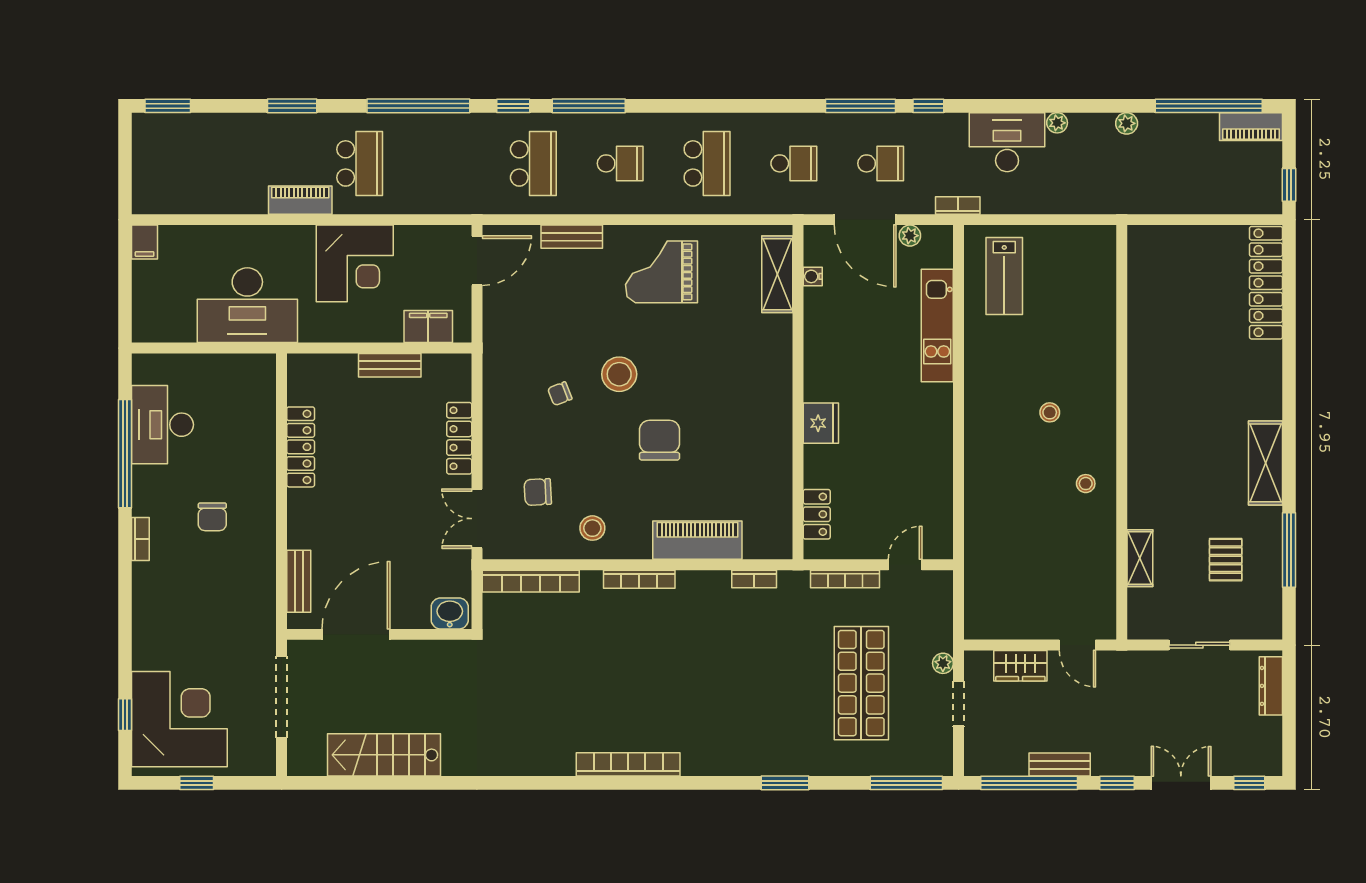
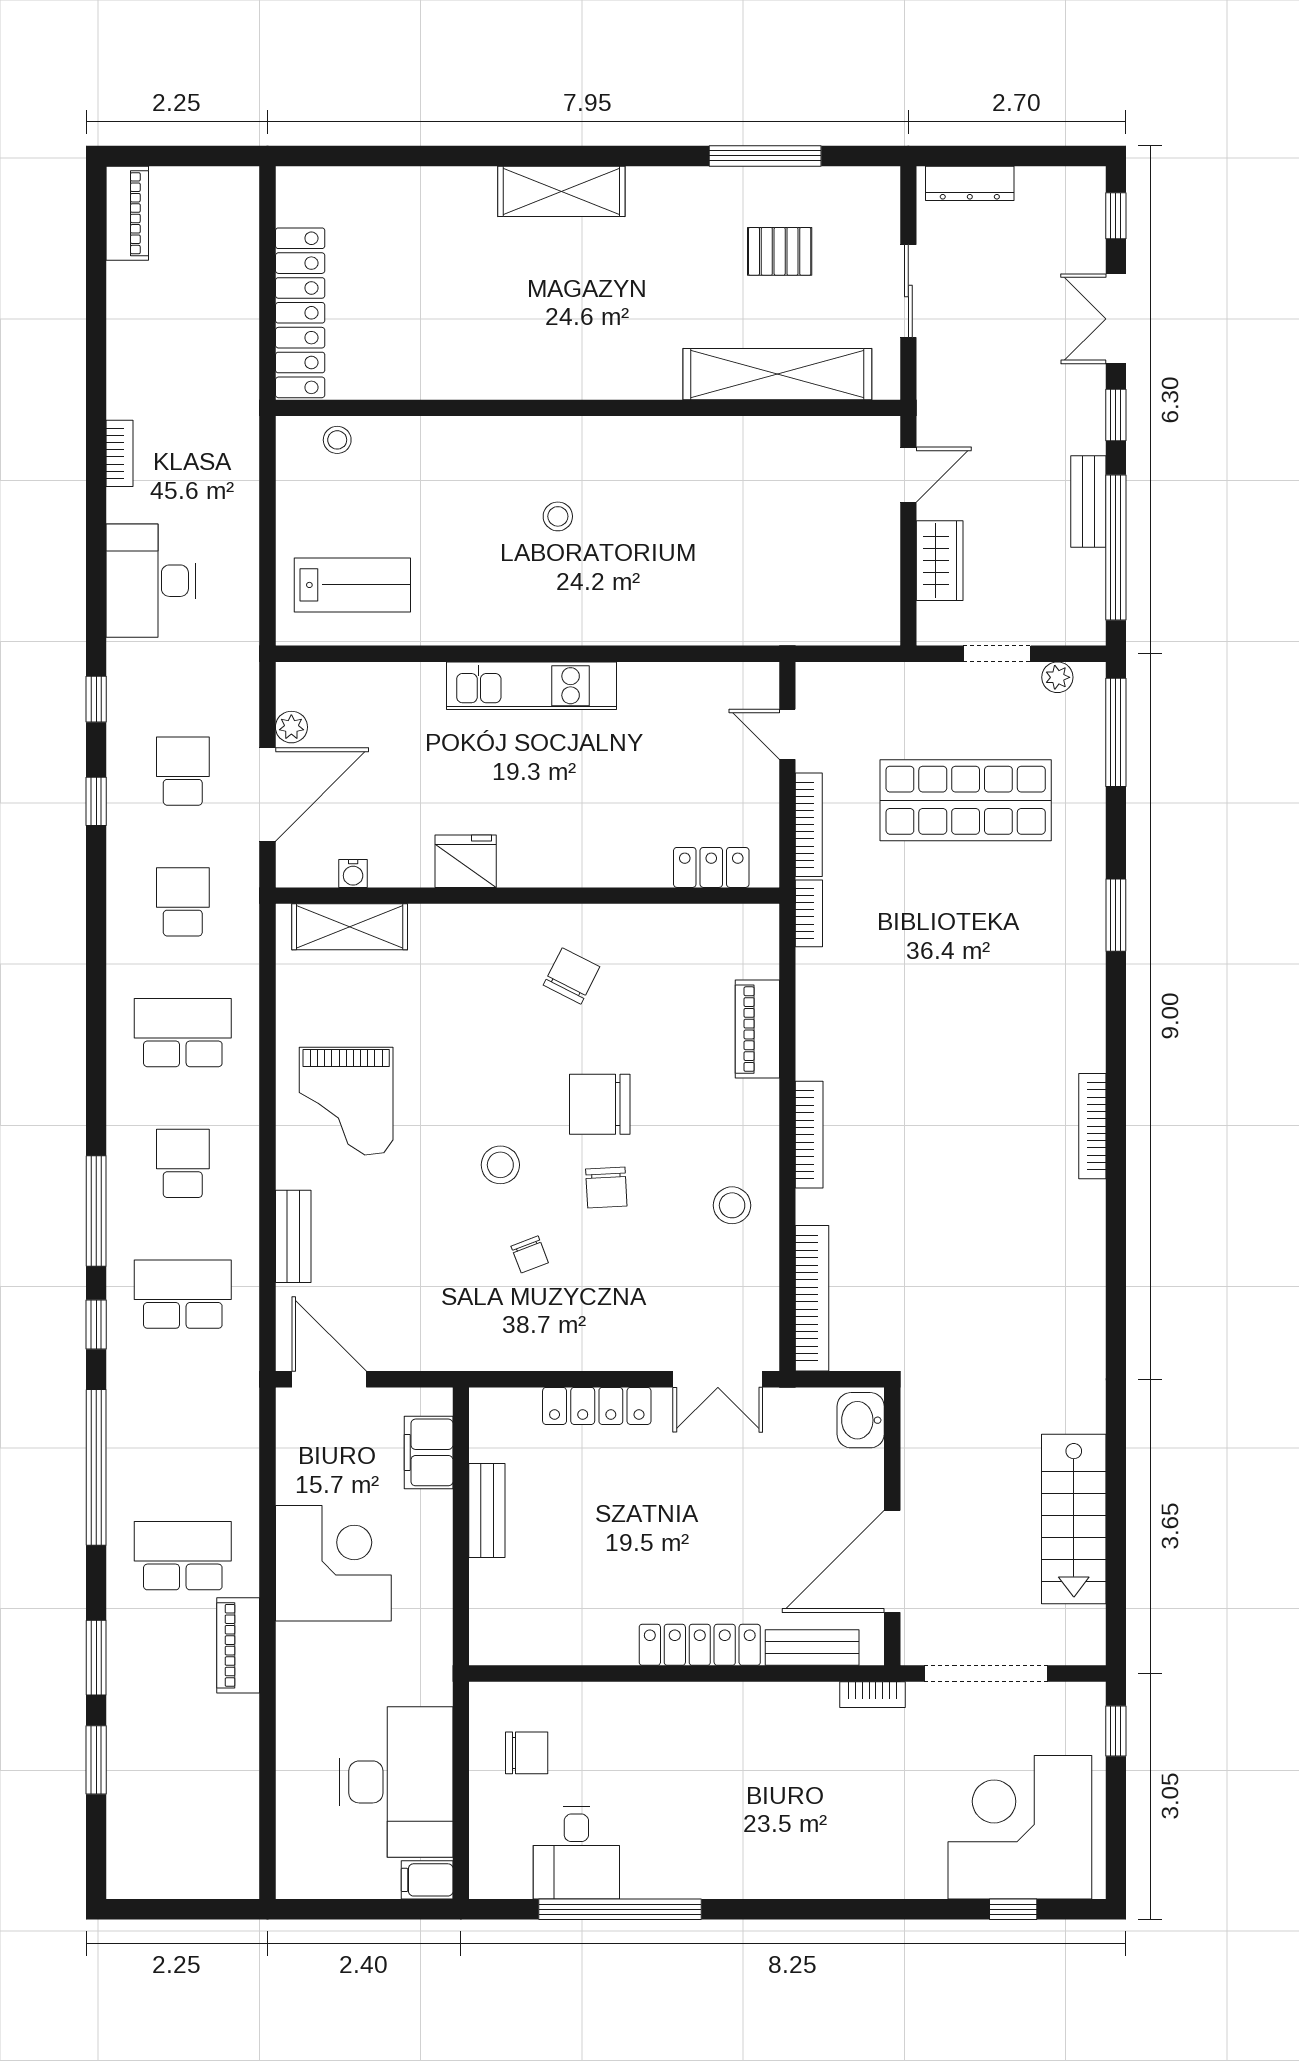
window: (168, 106) -> (96, 1760), moved
window: (861, 106) -> (96, 801), width x0.46
window: (1209, 106) -> (96, 277), removed
plant: (1057, 123) -> (122, 505), removed
plant: (1127, 123) -> (123, 401), removed
window: (1289, 185) -> (215, 156), removed
bookcase: (958, 205) -> (120, 453), moved, turned 180
filing cabinet: (145, 242) -> (427, 1880), moved, turned 180
locker: (1266, 283) -> (300, 313), moved, turned -90
desk: (247, 305) -> (396, 1782), moved
kitchen unit: (937, 326) -> (531, 686), moved
stool: (619, 374) -> (500, 1165), width x0.73, depth x0.73
chair: (745, 422) -> (572, 976), added
fridge: (821, 423) -> (466, 861), moved
desk: (162, 425) -> (576, 1853), width x0.73
locker: (301, 447) -> (700, 1645), moved
shelving: (1266, 463) -> (561, 191), moved
stool: (1086, 484) -> (337, 440), moved
chair: (538, 492) -> (606, 1187), moved
chair: (212, 517) -> (527, 1753), moved
bookcase: (140, 539) -> (872, 1695), moved, turned 180
piano: (697, 540) -> (757, 1029), width x0.73, depth x0.75
shelving: (1140, 558) -> (777, 374), width x2.20, depth x1.33
bookcase: (754, 579) -> (809, 913), moved
door: (356, 634) -> (892, 1561), hinge flipped
plant: (943, 663) -> (1057, 677), moved
bookcase: (628, 764) -> (1092, 1126), width x0.68, depth x0.76
window: (197, 783) -> (1116, 1731), moved

